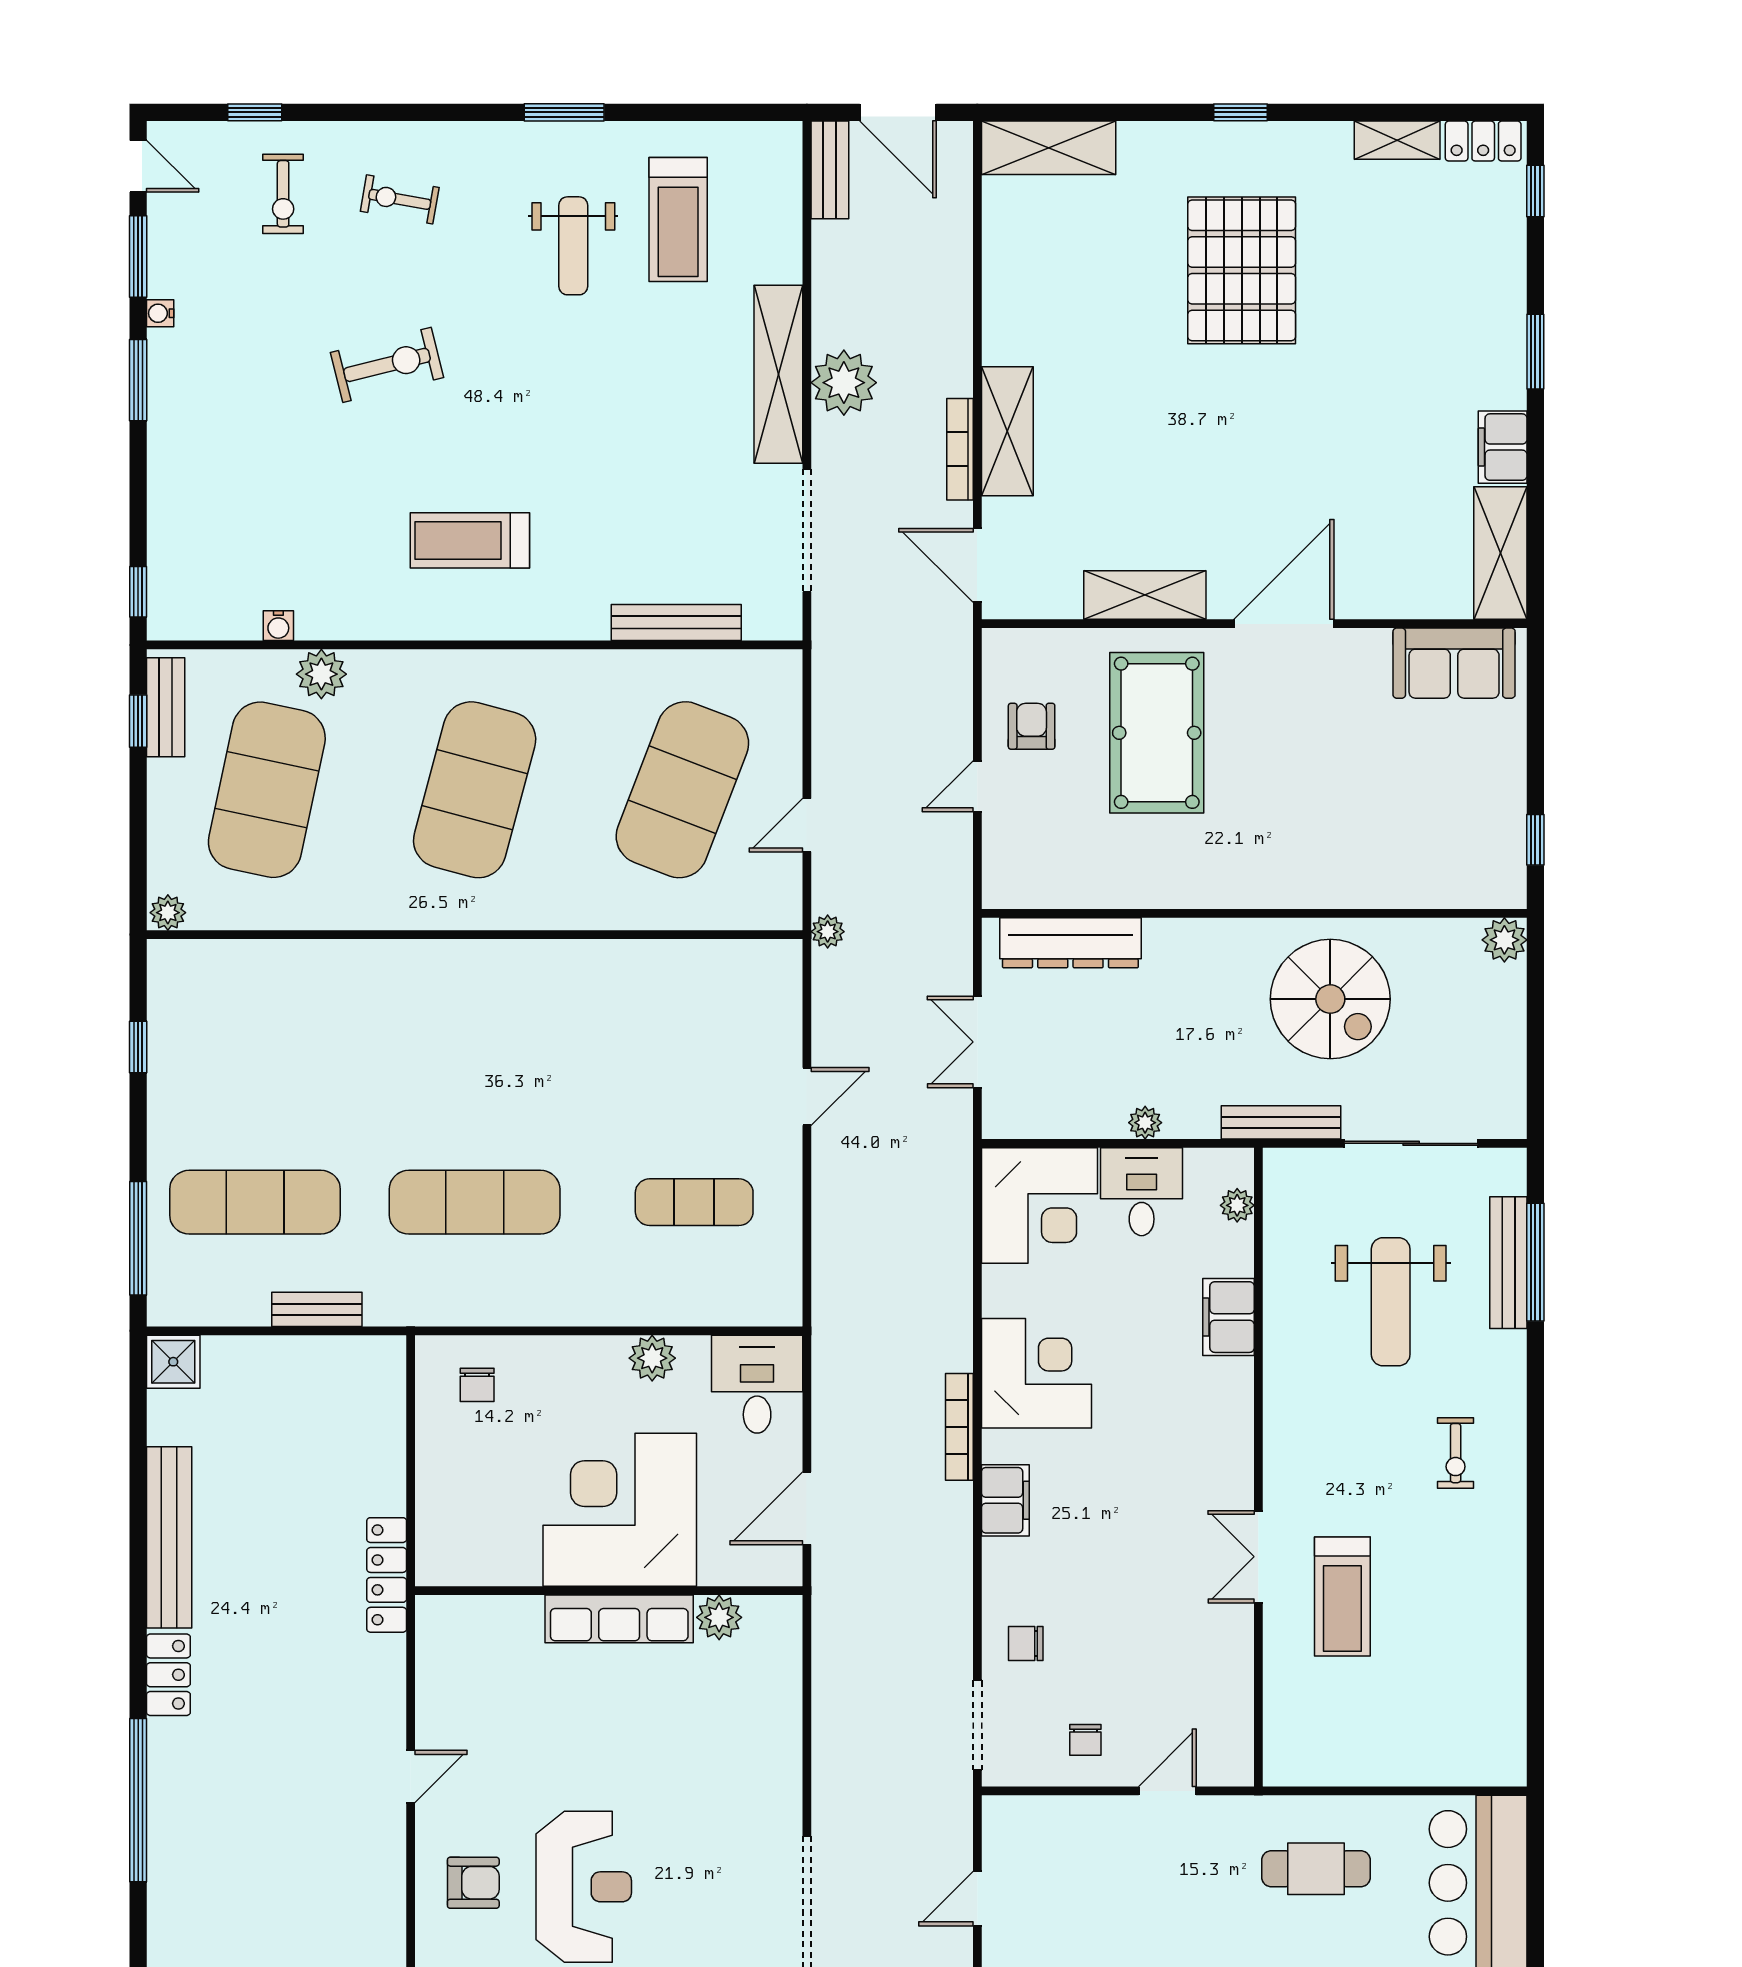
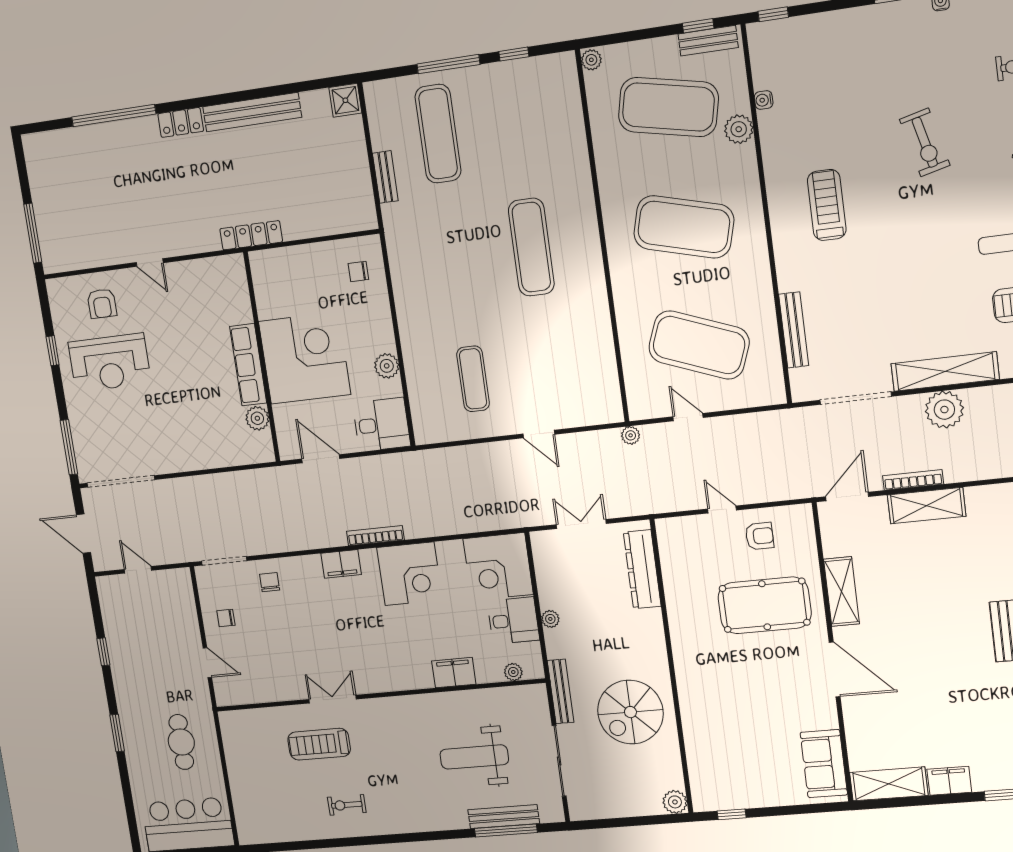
exercise mat: (475, 1202) -> (531, 247), moved
window: (138, 1238) -> (448, 64), moved
exercise bike: (1456, 1453) -> (347, 805), moved

